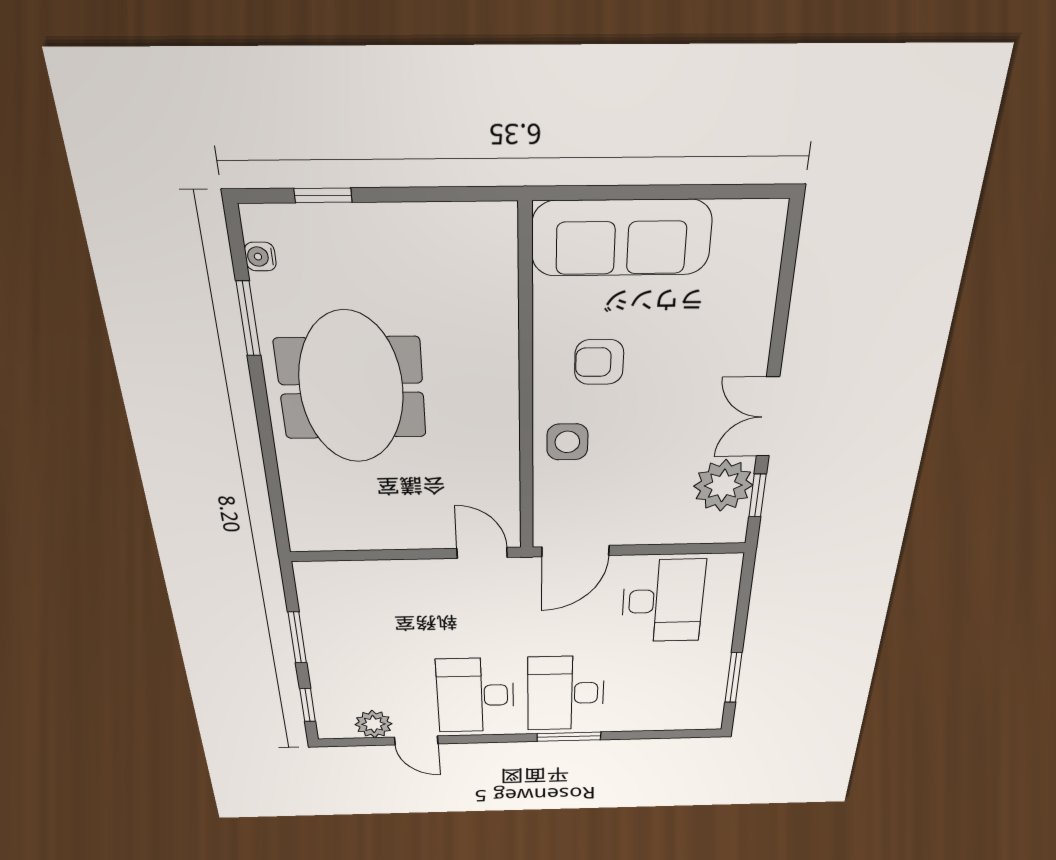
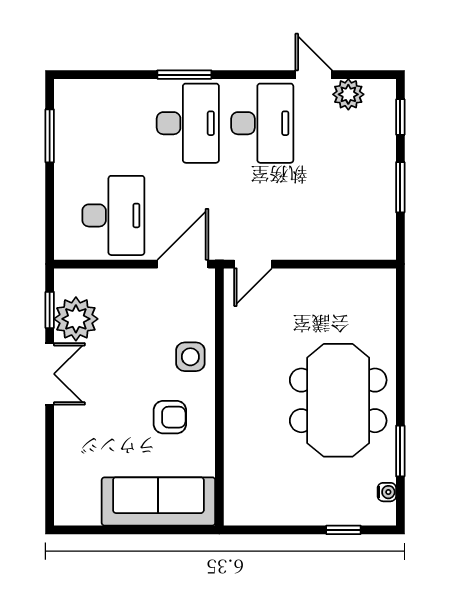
door: (482, 553) -> (253, 264), hinge flipped
desk: (663, 601) -> (113, 215), turned 180

